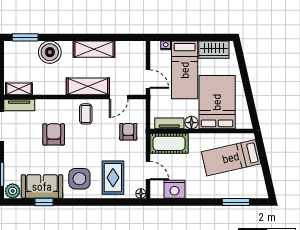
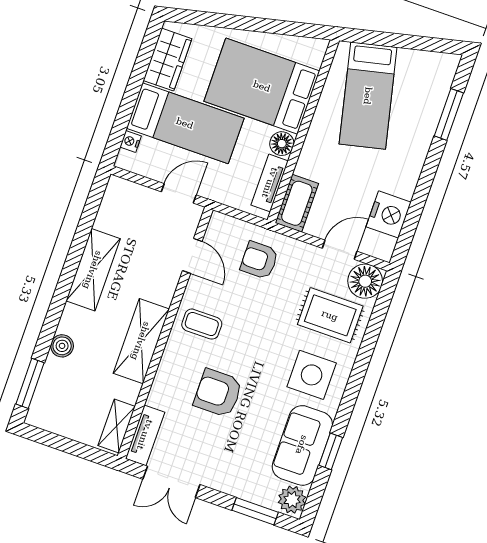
boiler: (50, 52) -> (62, 346), width x0.54, depth x0.54
shelving: (88, 86) -> (141, 341), moved
cot: (169, 143) -> (297, 203), width x0.73, depth x0.75
floor lamp: (141, 194) -> (365, 281), width x1.89, depth x1.89

